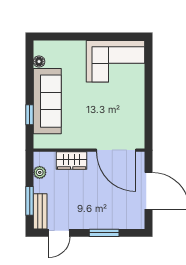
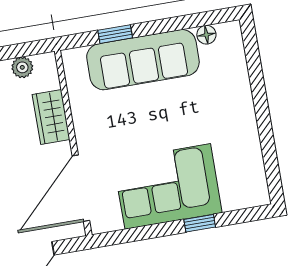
corner sofa: (115, 61) -> (168, 186), moved, turned 90
window: (149, 84) -> (200, 223), added

